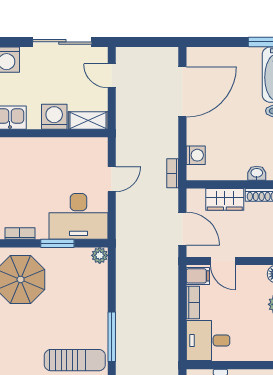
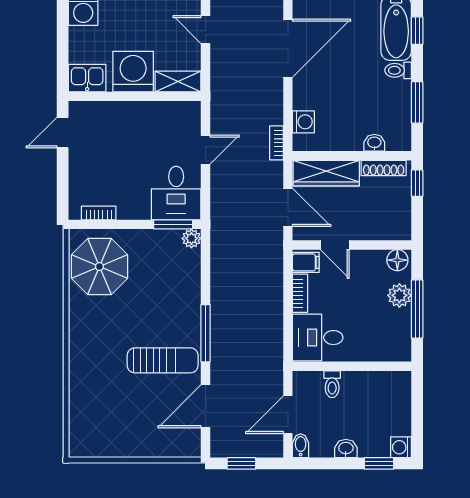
washing machine: (54, 117) -> (133, 72), width x1.37, depth x1.37
wardrobe: (225, 199) -> (326, 173), width x1.50
desk: (78, 216) -> (176, 193), width x0.73
window: (57, 243) -> (173, 224), moved

